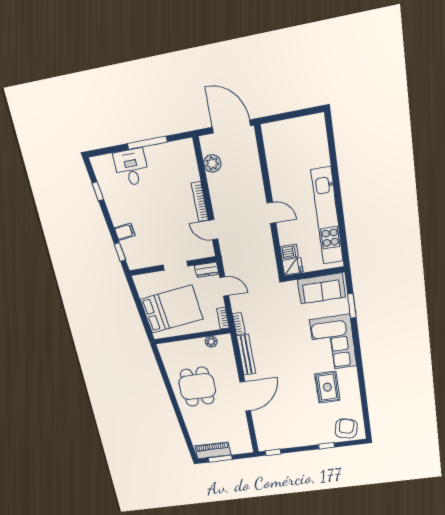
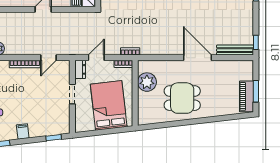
filing cabinet: (125, 232) -> (23, 131), moved
plant: (211, 342) -> (147, 82), width x1.88, depth x1.88
bench: (246, 355) -> (235, 50), moved

